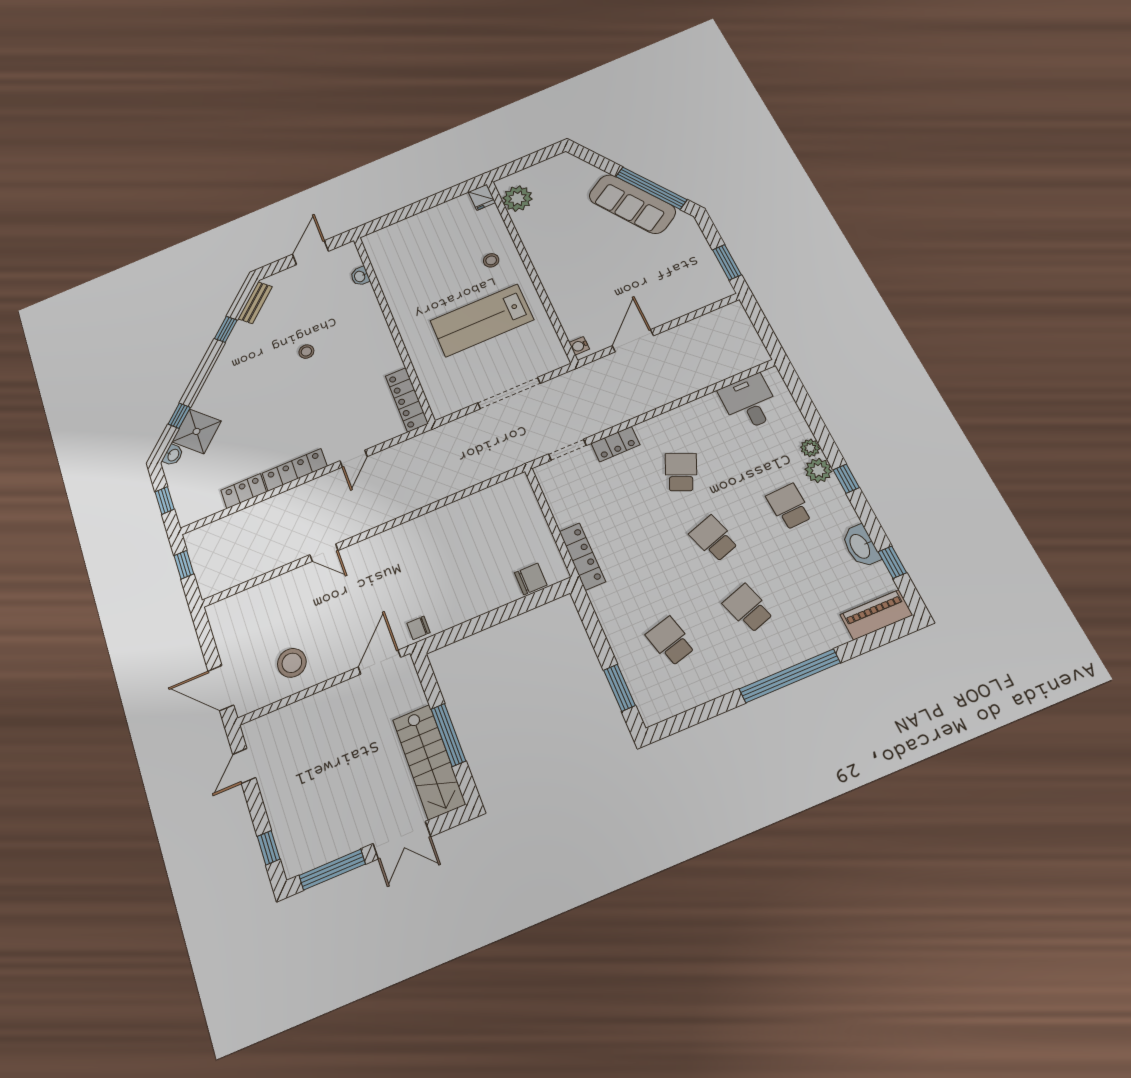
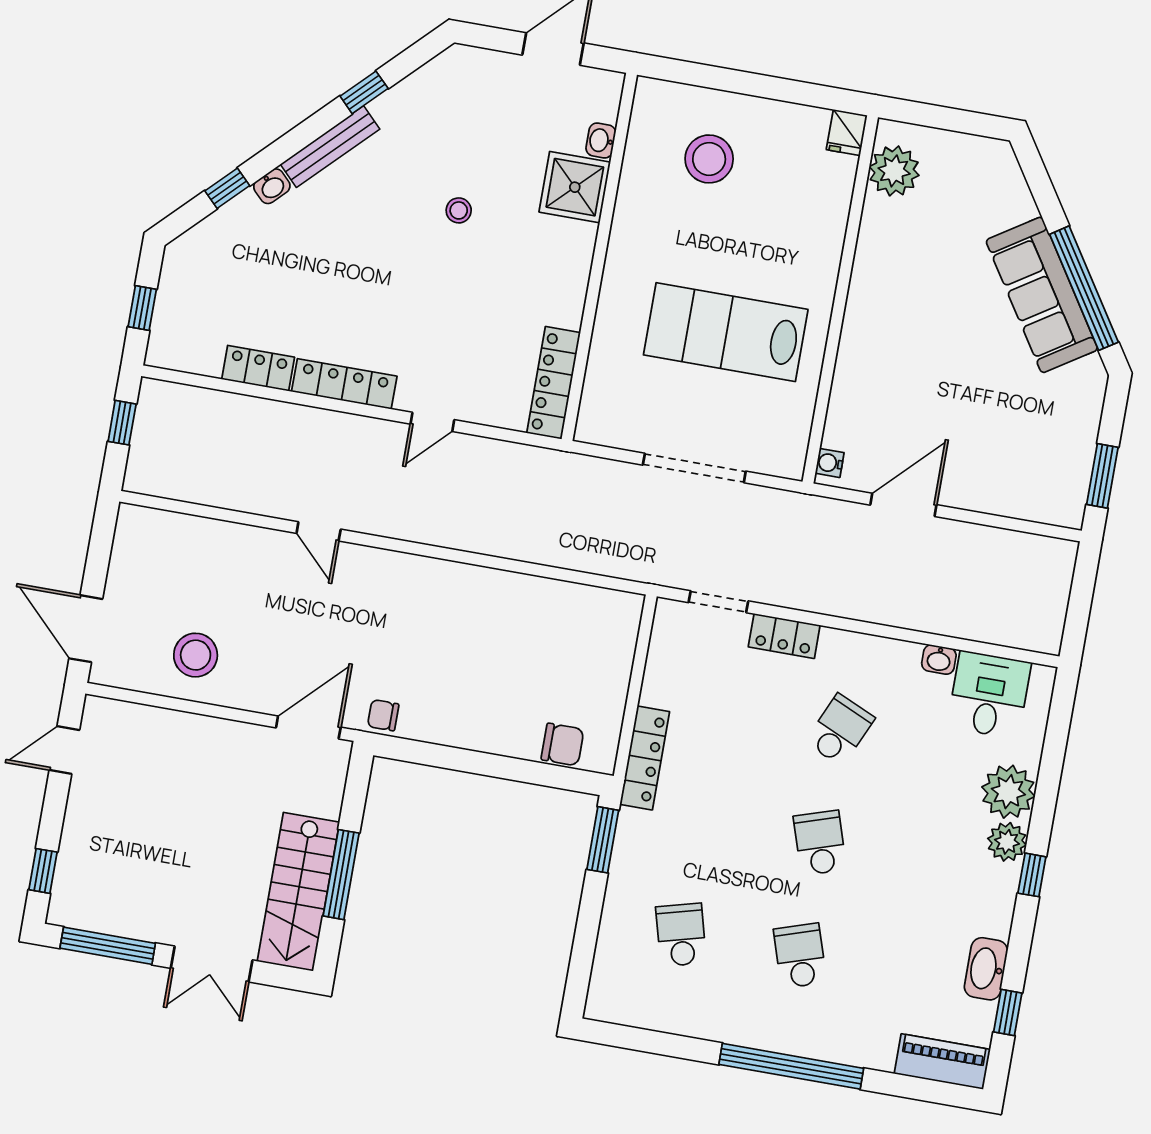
stool: (491, 260) -> (709, 159), moved, width x1.89, depth x1.89
bench: (255, 303) -> (330, 147), moved, width x1.36
washbasin: (709, 402) -> (939, 660), added
shower: (196, 431) -> (575, 187), moved, turned 45
plant: (810, 448) -> (1008, 792), width x1.88, depth x1.88
washbasin: (173, 455) -> (272, 186), moved
school desk: (789, 507) -> (939, 864), removed
window: (619, 688) -> (603, 840), moved

